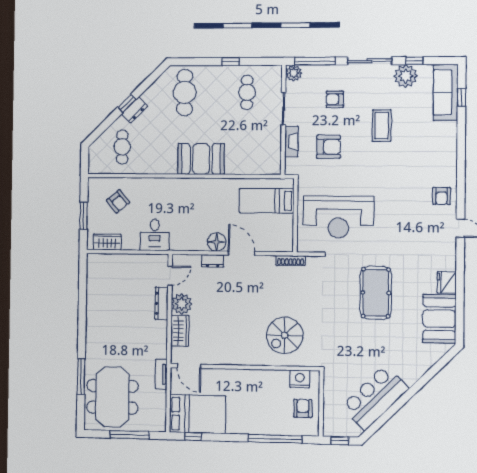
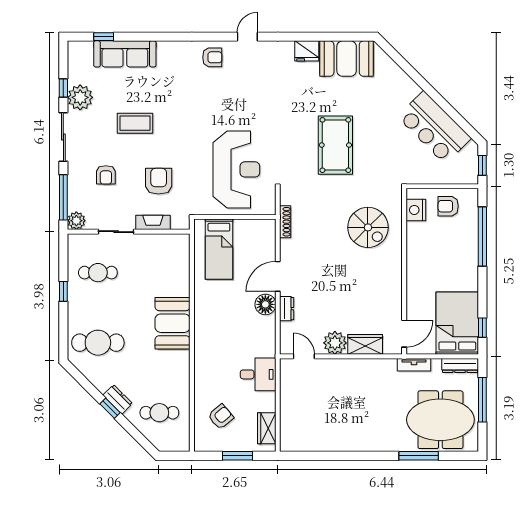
sofa: (446, 92) -> (125, 54), moved
pool table: (376, 293) -> (335, 145), moved, turned 90
dresser: (162, 303) -> (460, 366), moved

